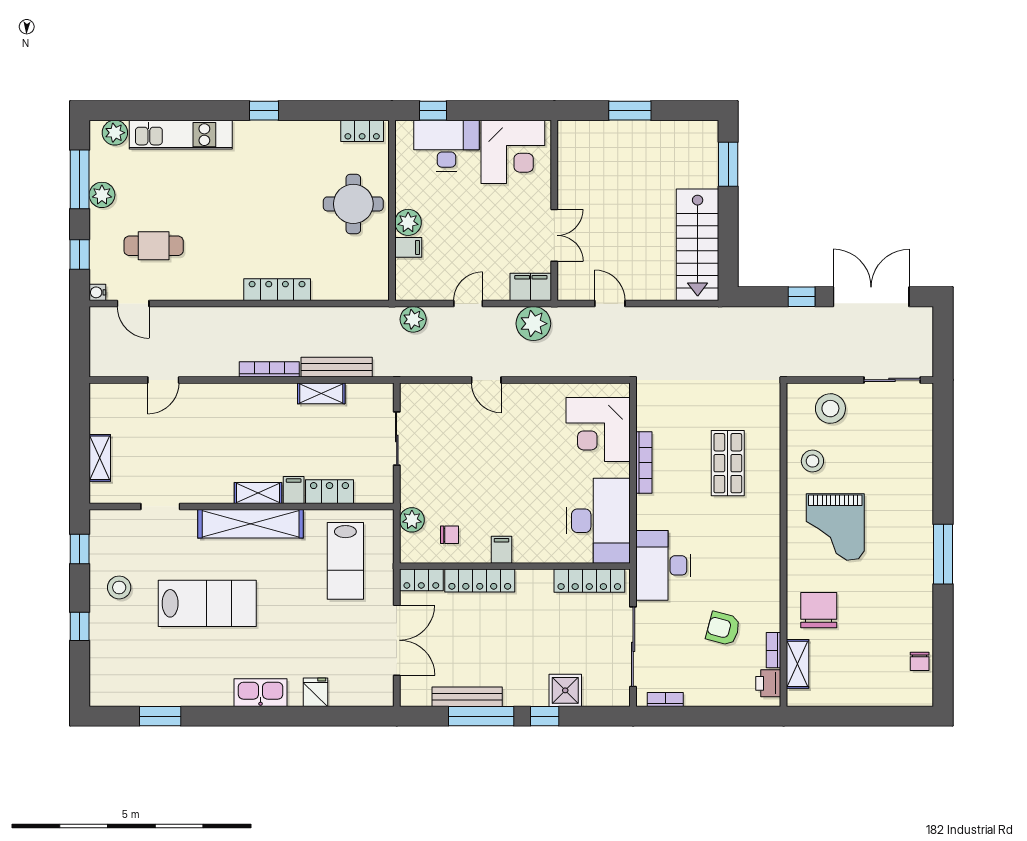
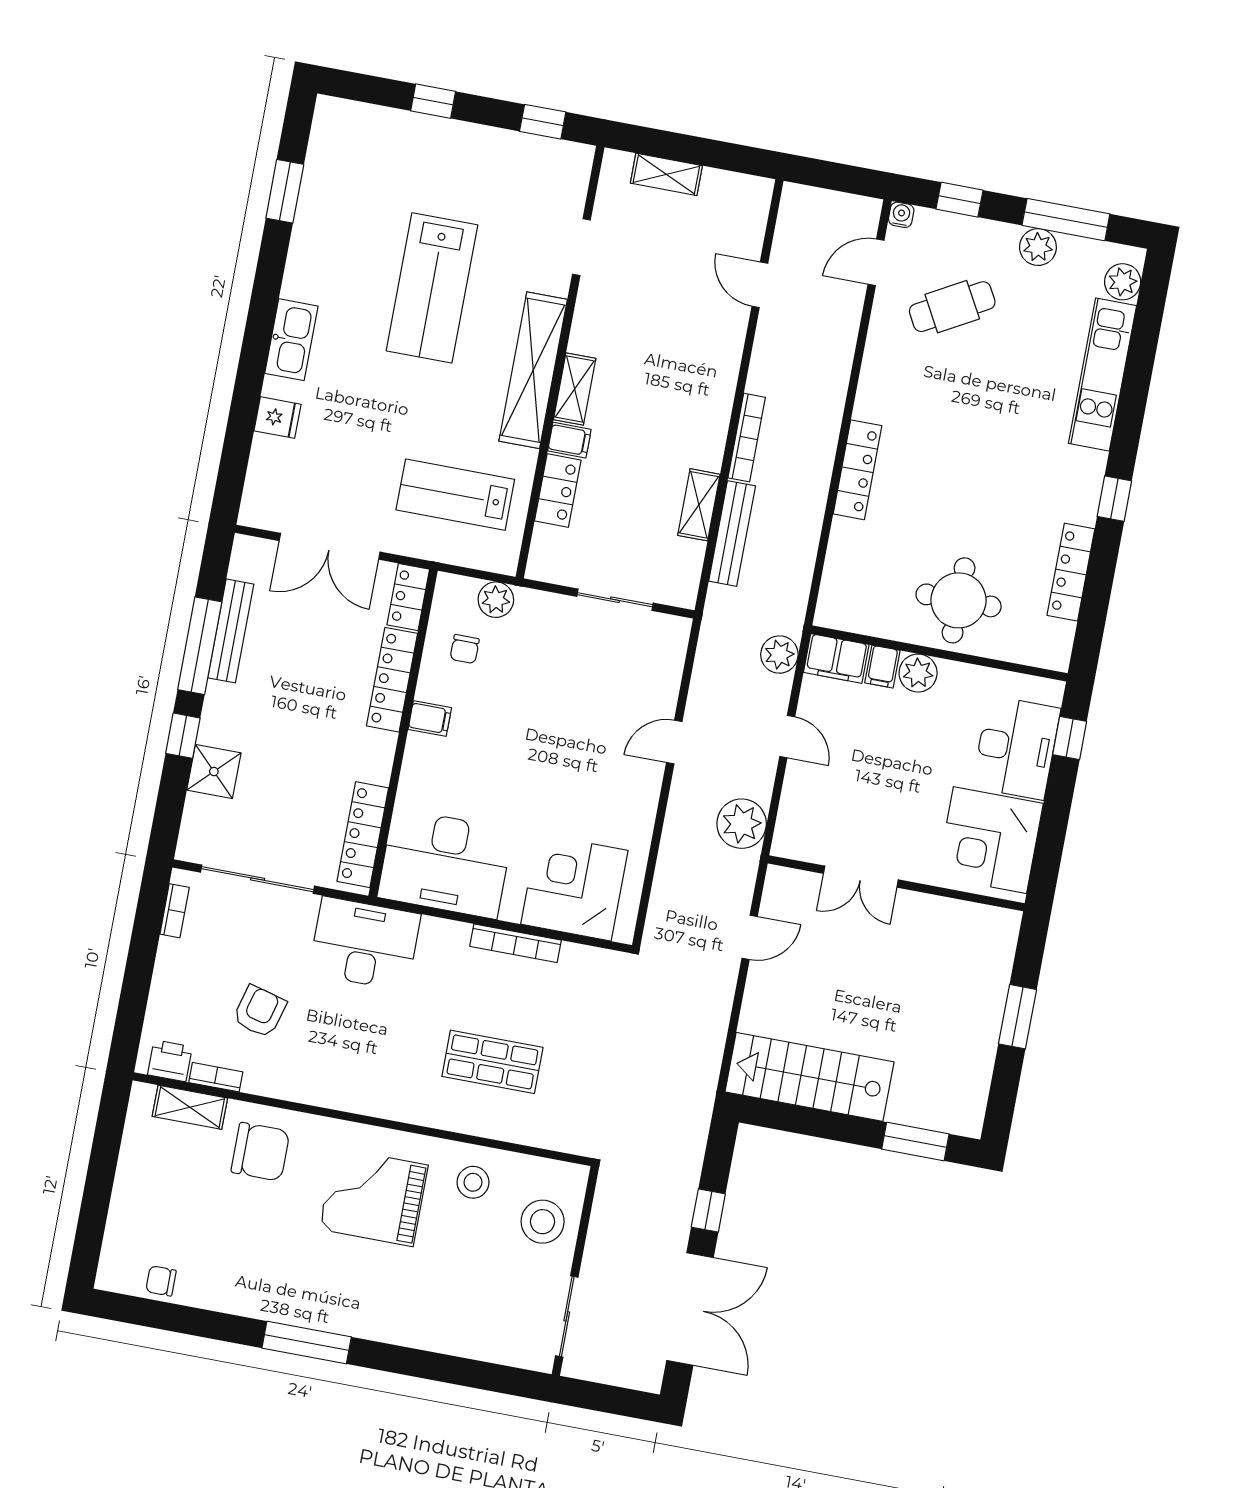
locker: (362, 131) -> (1071, 572), moved, width x1.53
cafe table: (154, 246) -> (952, 307), turned 61
filing cabinet: (531, 287) -> (836, 658), moved, turned 90
stool: (119, 587) -> (478, 167), removed

